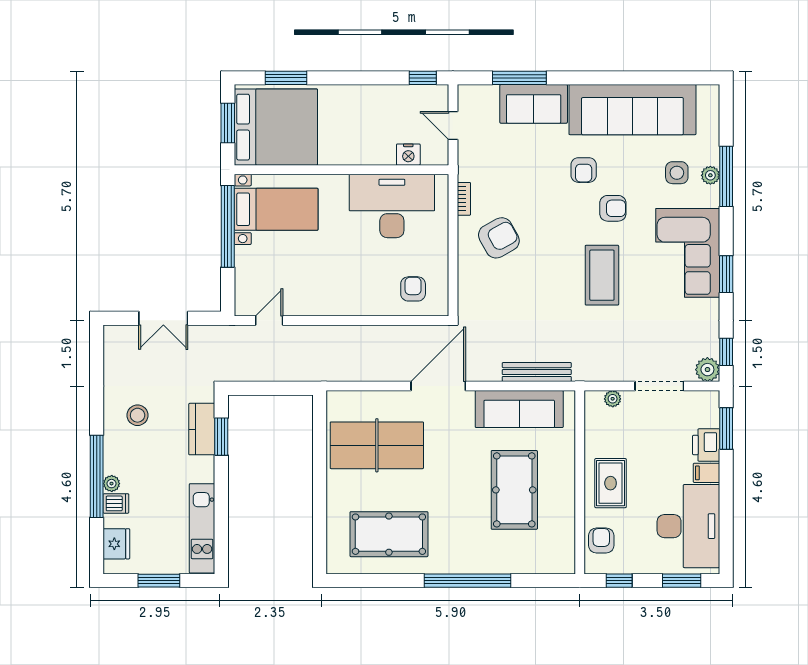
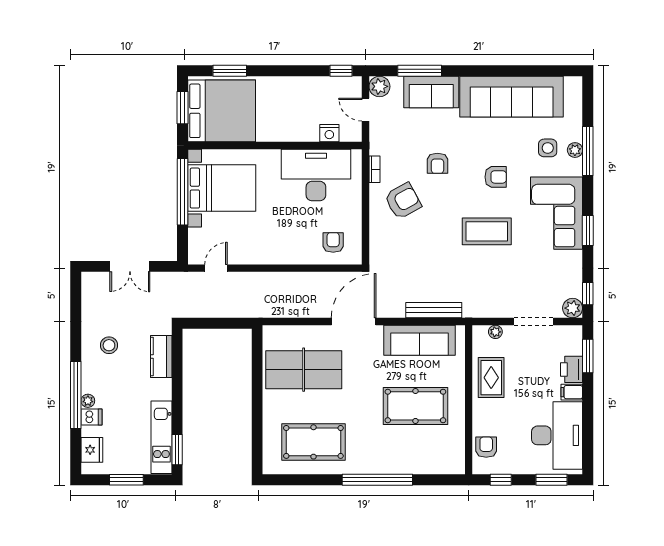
plant: (470, 97) -> (379, 86), added
armchair: (584, 170) -> (437, 163), moved
bed with nightstands: (276, 209) -> (222, 188), width x1.36
coffee table: (602, 275) -> (487, 231), turned 90
window: (221, 437) -> (177, 450), moved
rug: (611, 483) -> (491, 378), moved
pool table: (514, 490) -> (415, 406), turned 90

